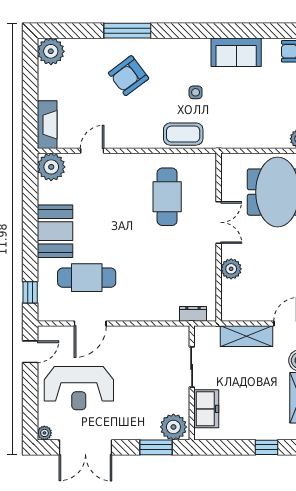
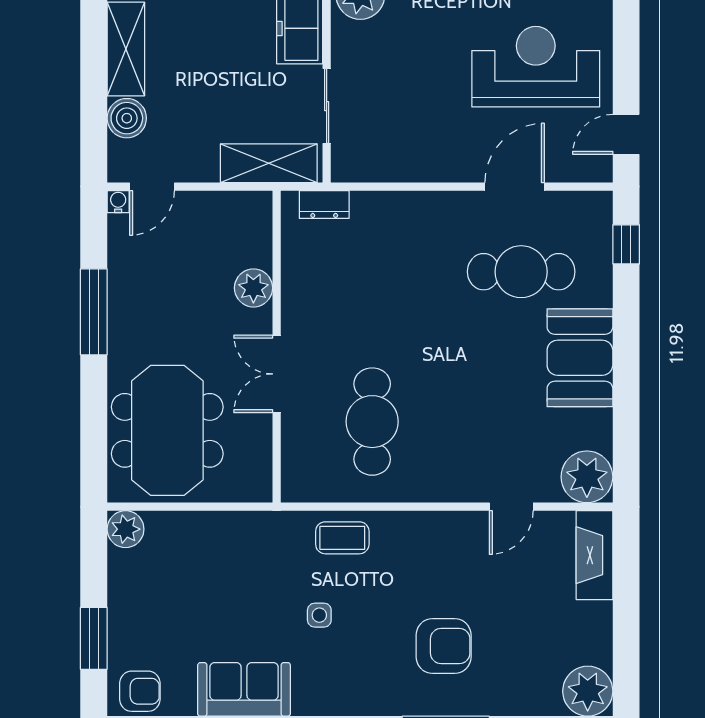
armchair: (129, 76) -> (444, 646), turned 37
coffee table: (183, 134) -> (342, 538), width x0.73, depth x0.77
shelving: (246, 336) -> (269, 163), moved

